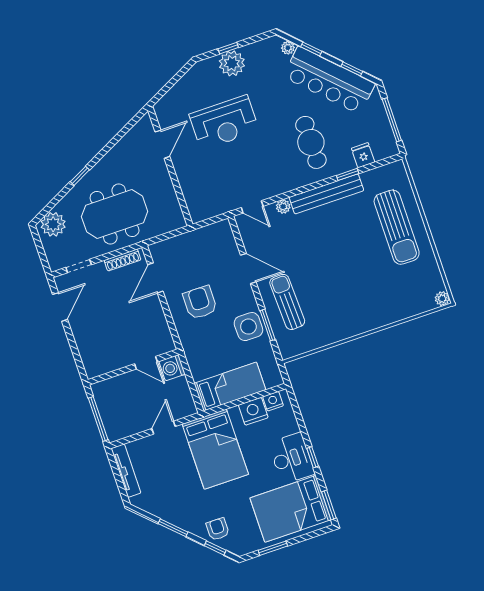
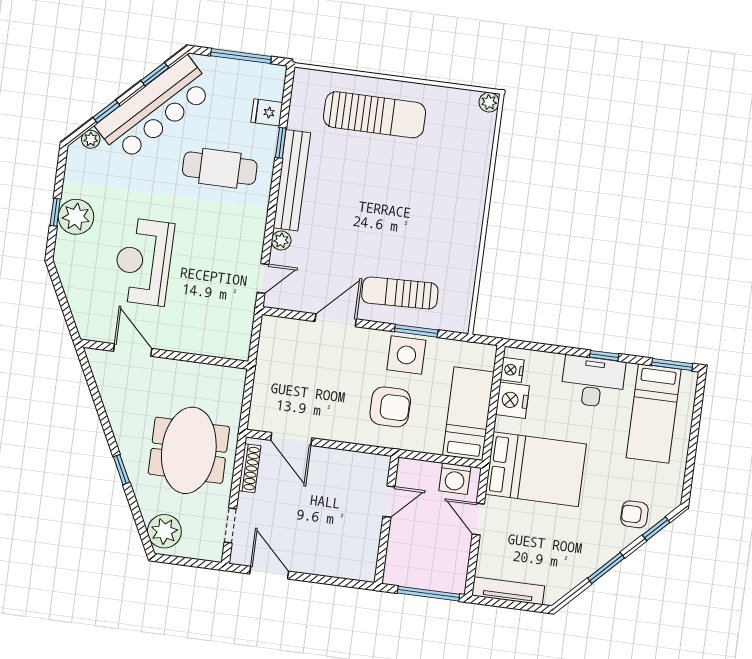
reception desk: (224, 122) -> (143, 262), turned 180
armchair: (200, 303) -> (390, 407), moved, turned 180
washing machine: (172, 368) -> (455, 479), moved
bed: (290, 509) -> (654, 414), width x0.67
window: (273, 548) -> (691, 459), removed

